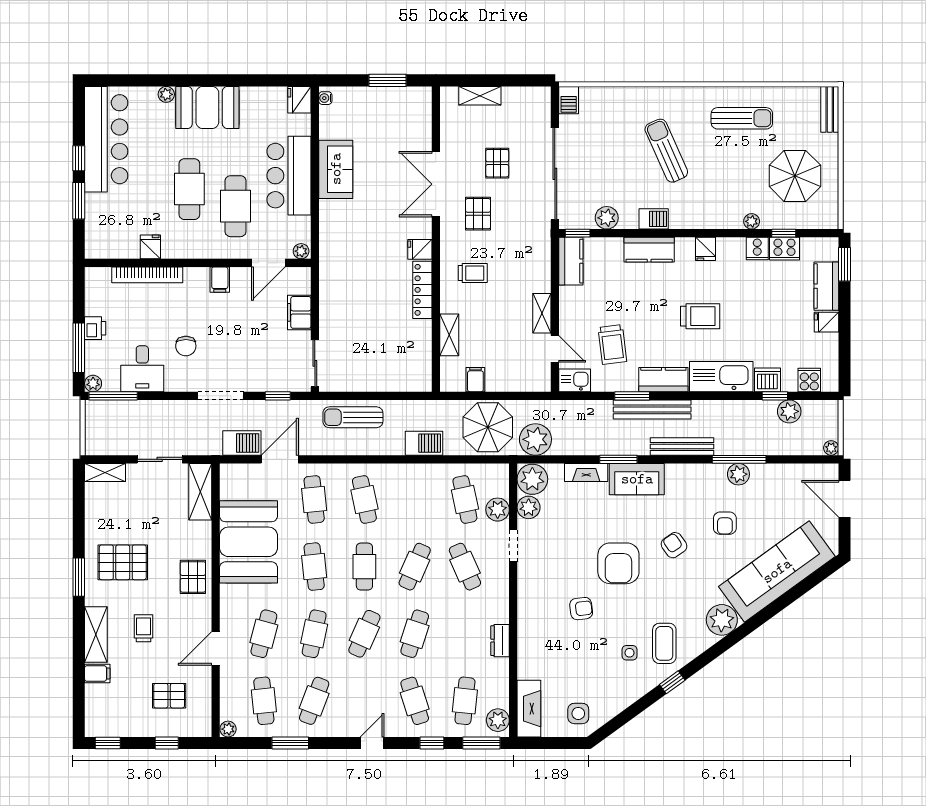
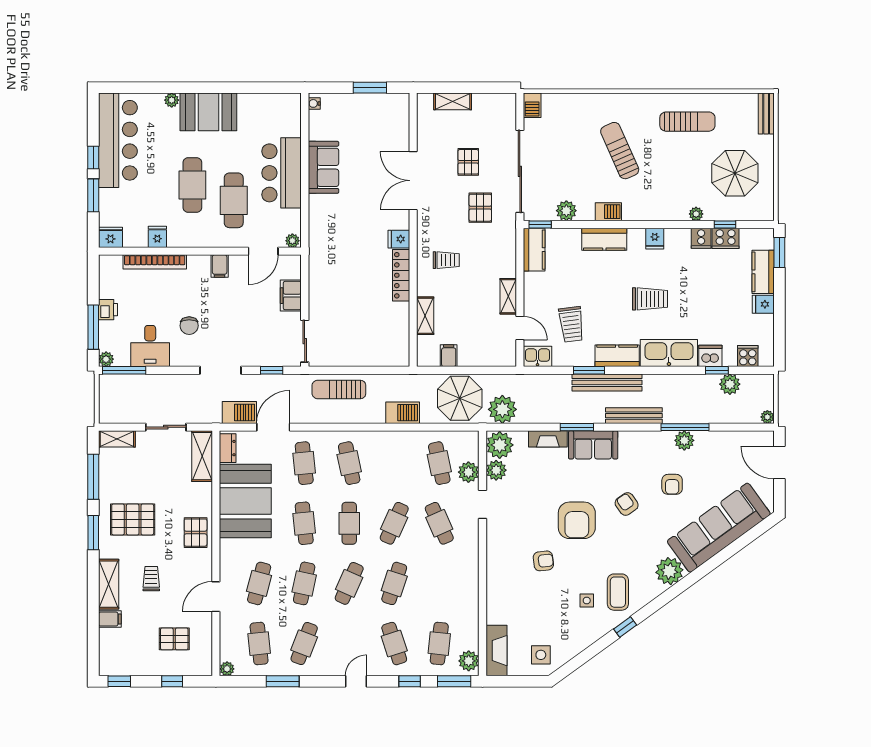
fridge: (299, 100) -> (110, 237), moved, turned 90
pallet: (478, 214) -> (480, 208), moved
window: (79, 515) -> (93, 477), added
dresser: (500, 641) -> (228, 448), moved, turned 180

